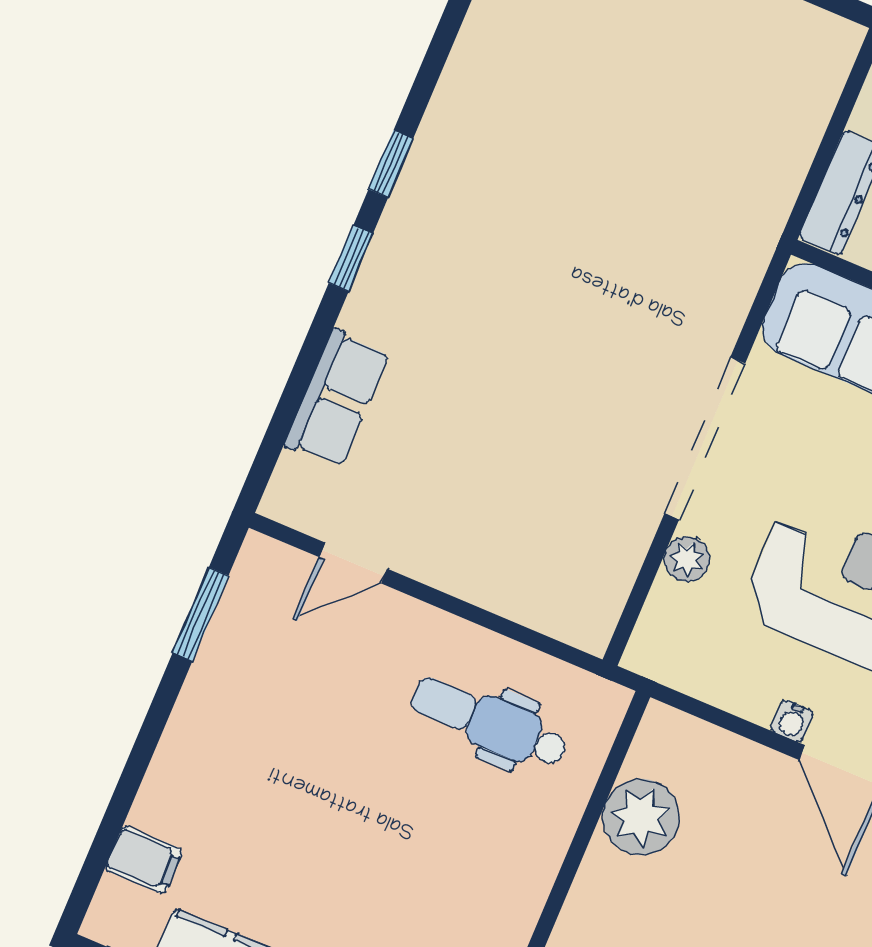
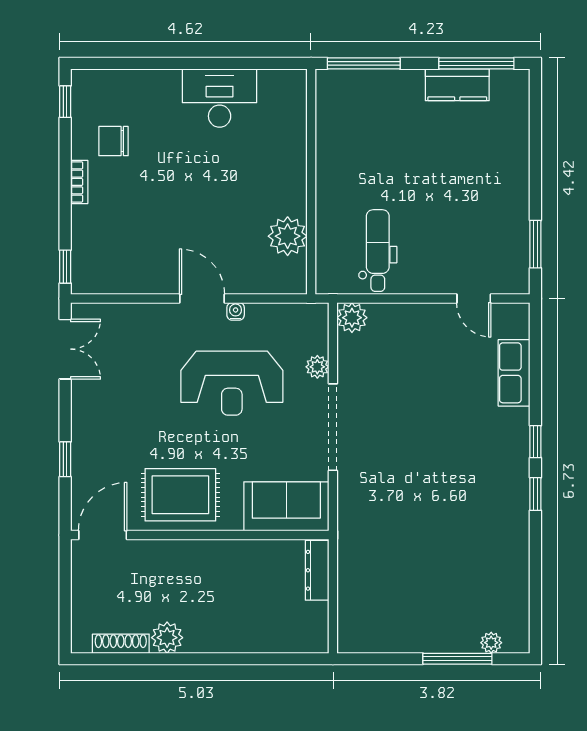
door: (353, 563) -> (474, 299), swing flipped
plant: (587, 621) -> (352, 318), added
dental chair: (489, 722) -> (378, 251), turned -90
filing cabinet: (144, 860) -> (513, 117), removed

